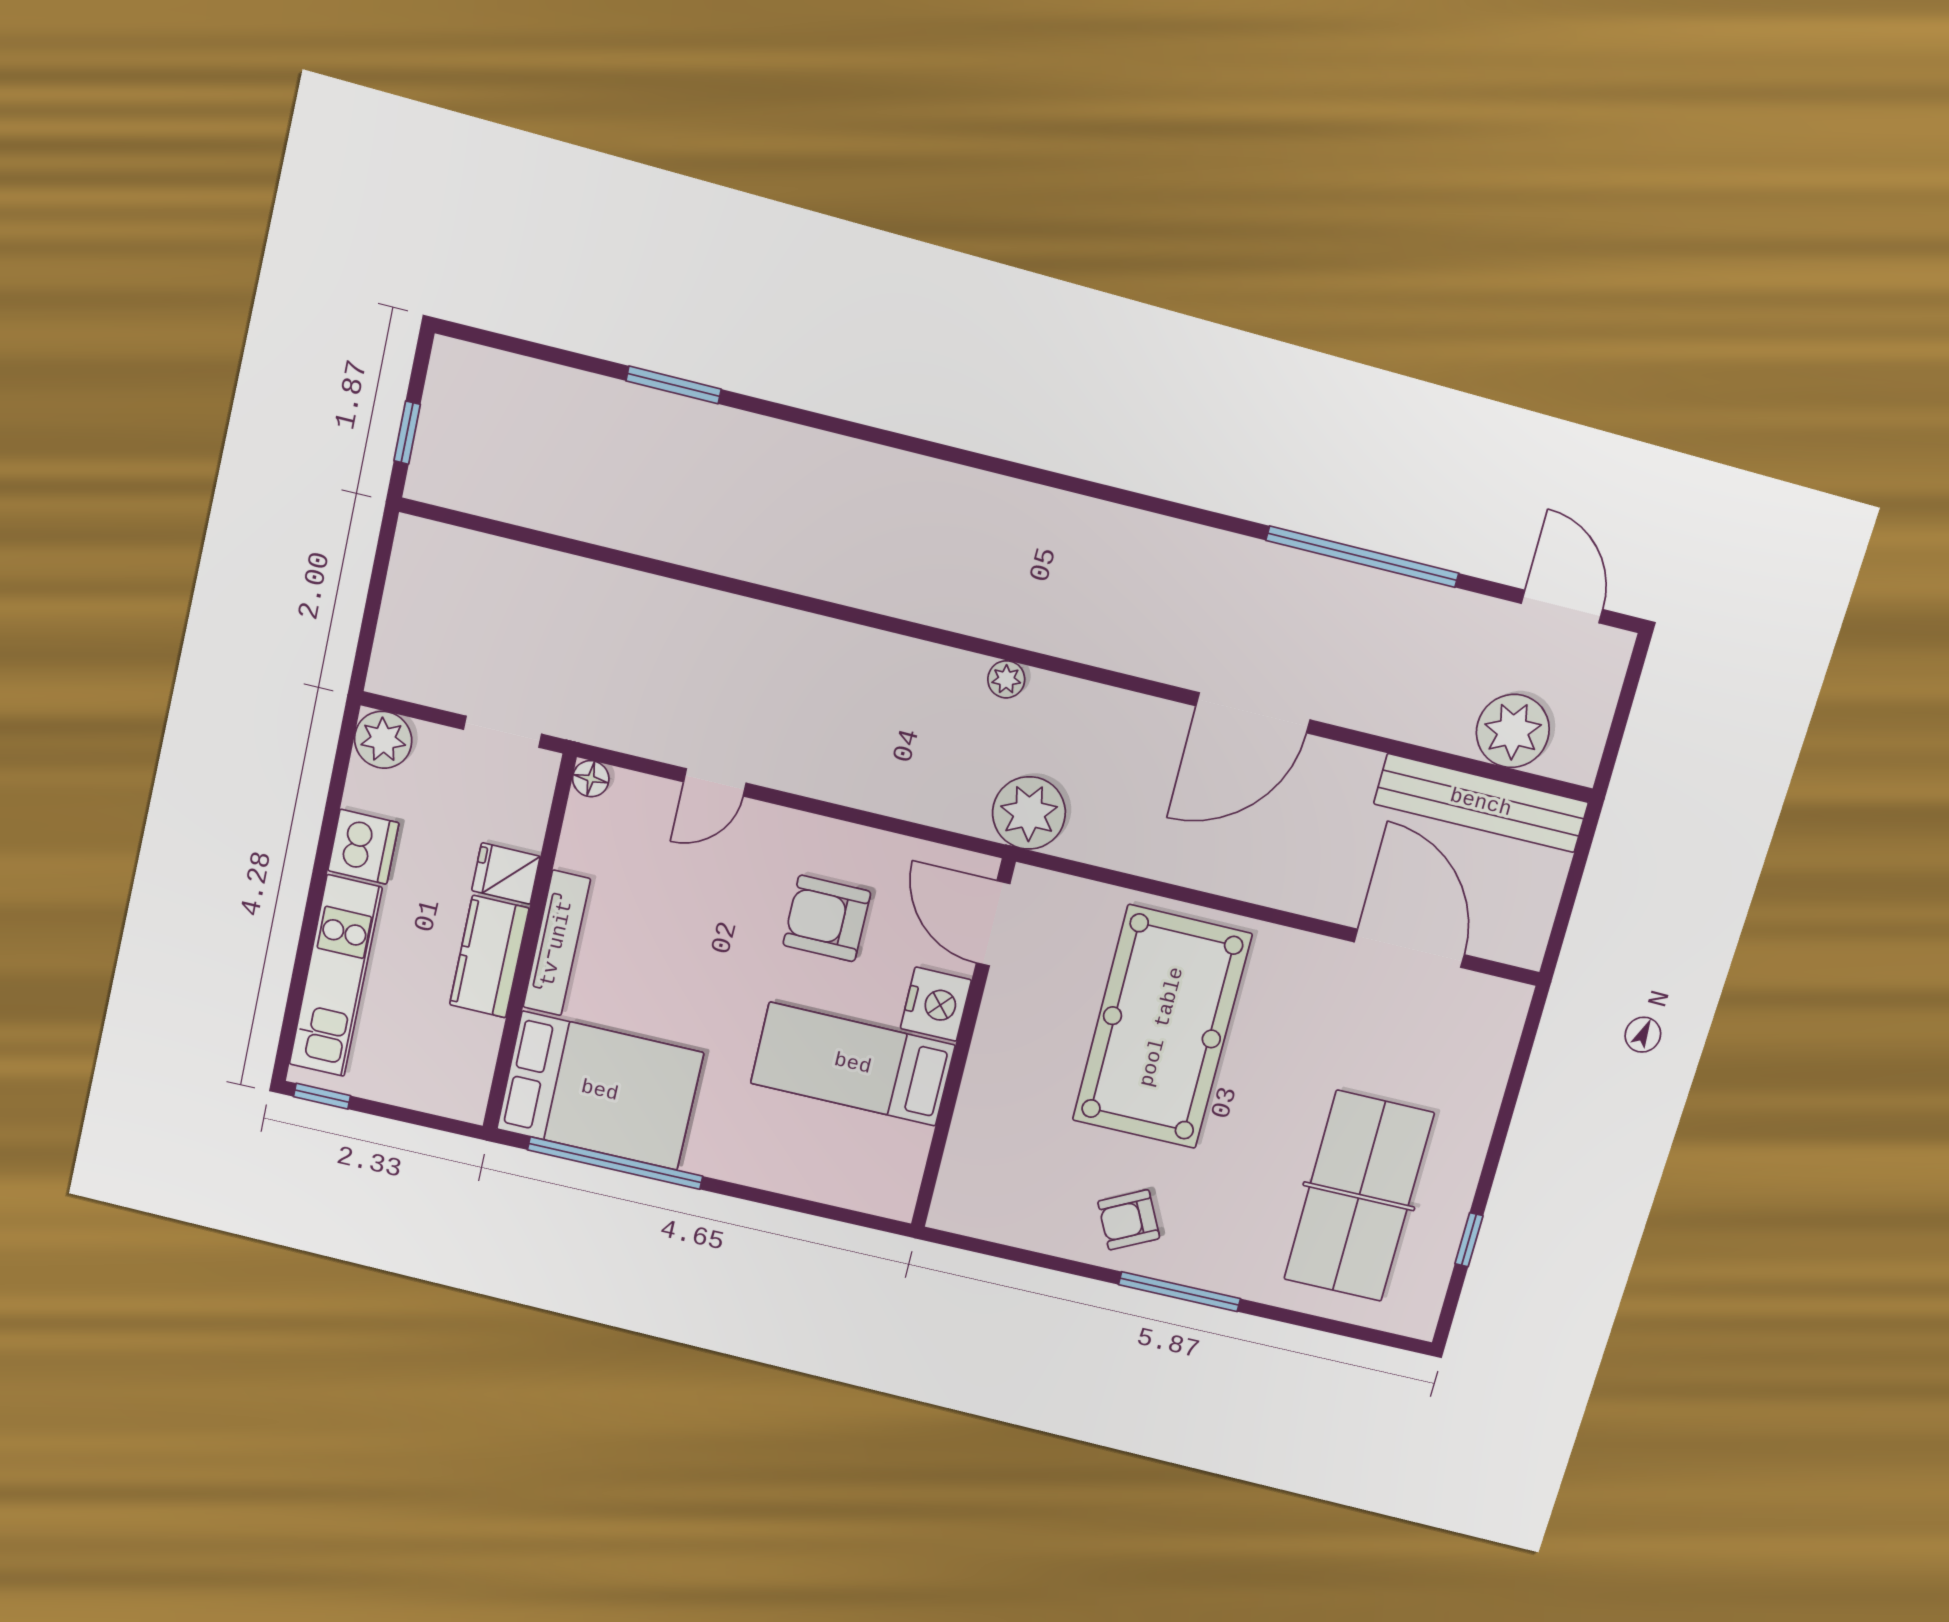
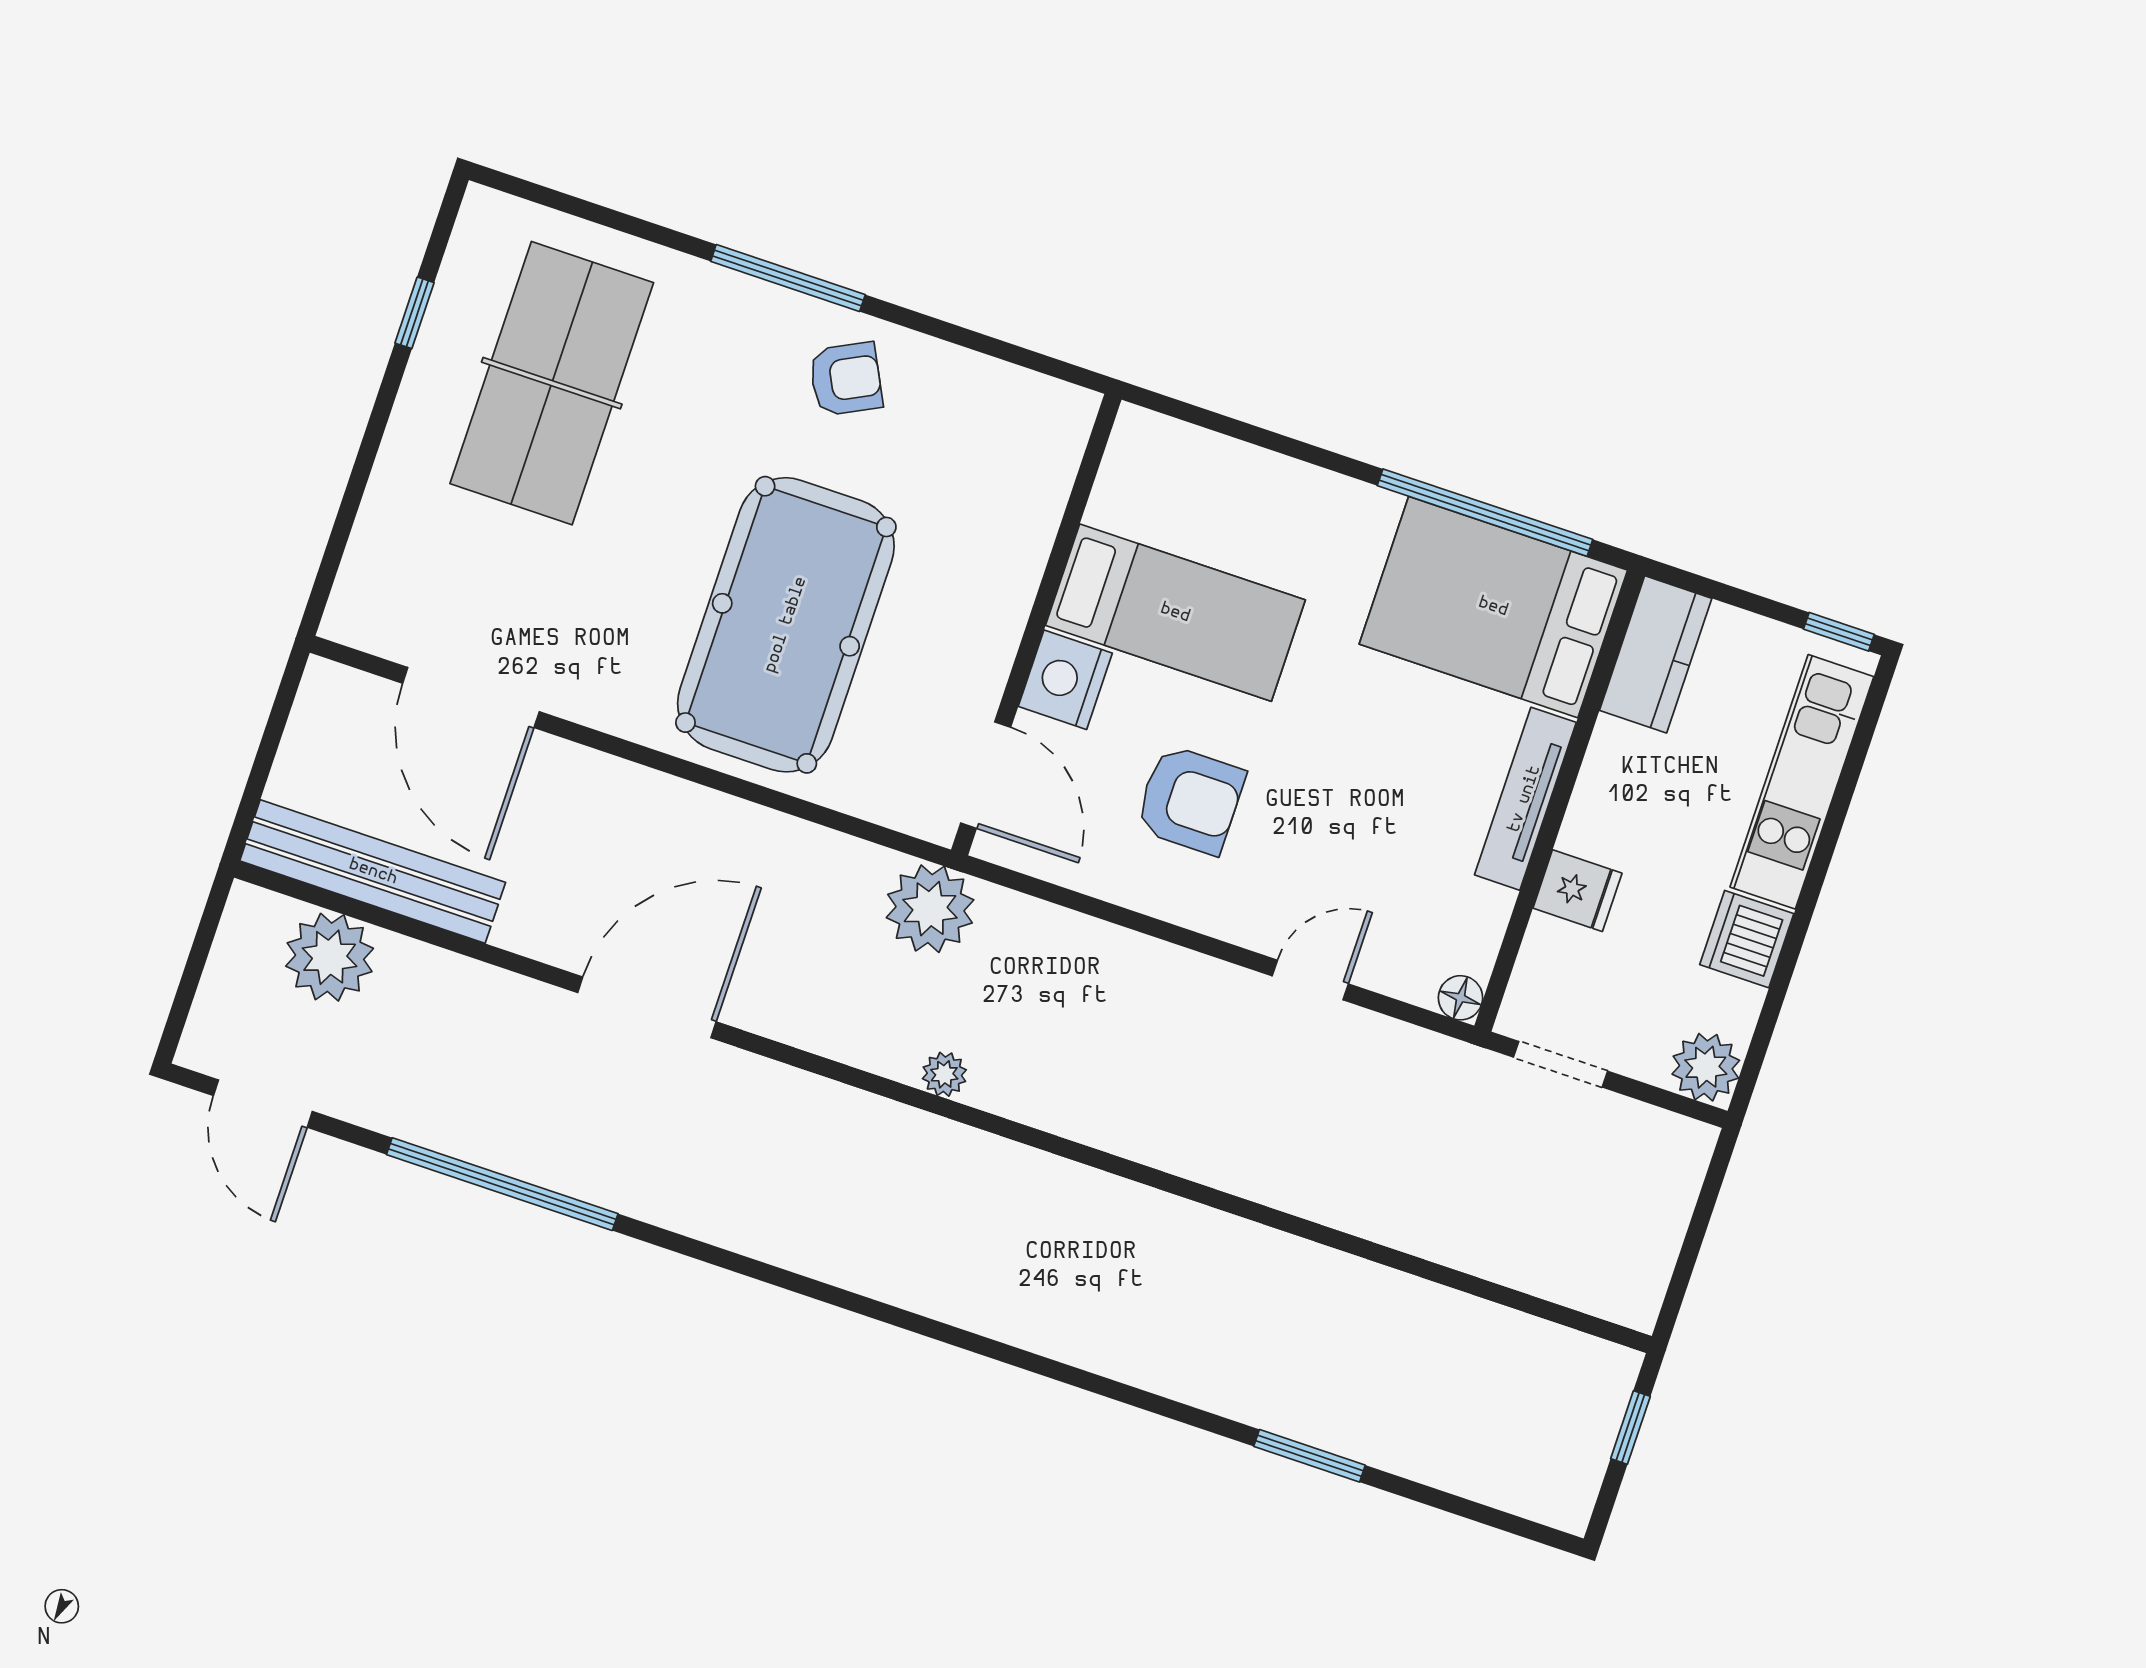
kitchen counter: (489, 957) -> (1656, 654), moved

